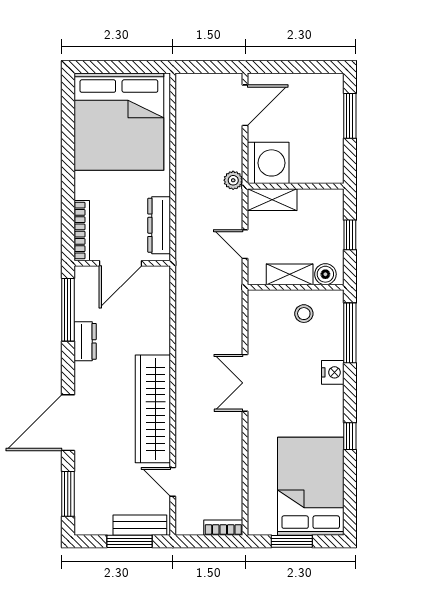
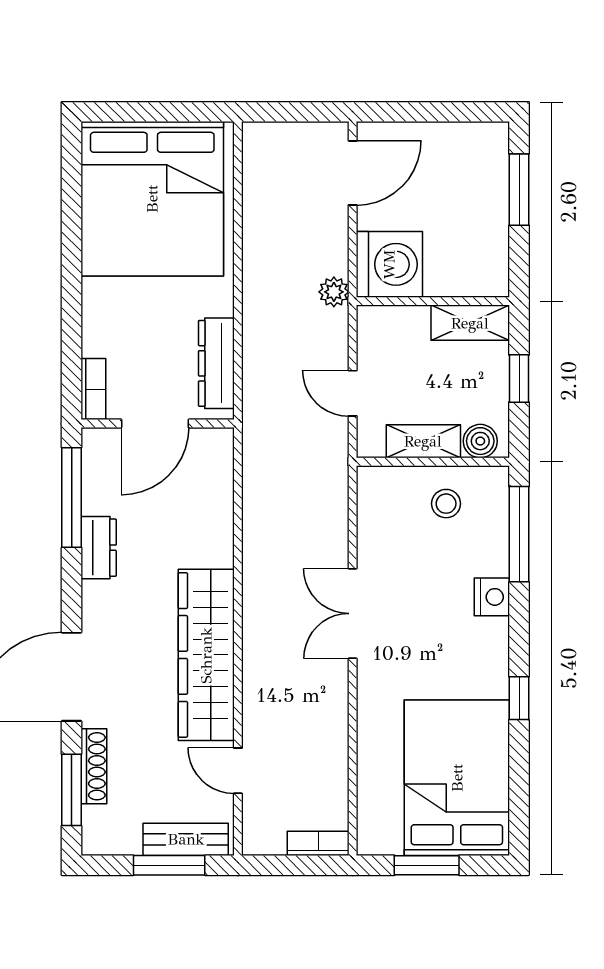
shelving: (272, 200) -> (470, 323), moved
bookcase: (82, 231) -> (93, 389), width x0.64
shoe rack: (82, 479) -> (94, 766), added

